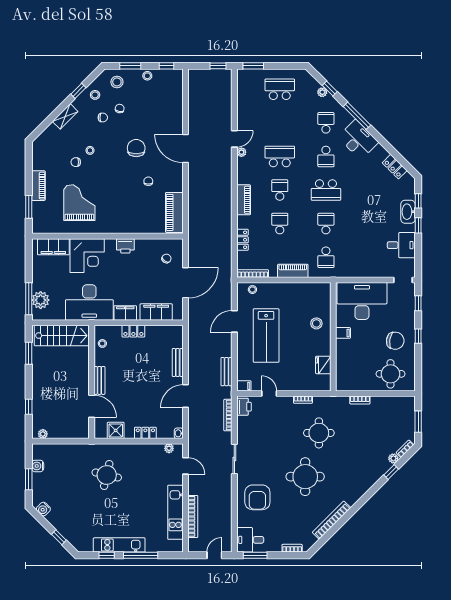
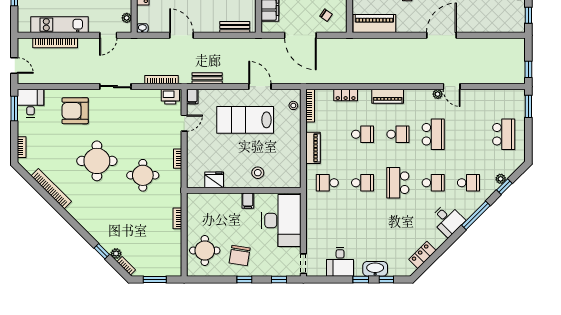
desk: (358, 140) -> (447, 220), width x0.73
school desk: (326, 156) -> (433, 183), turned 180
bench: (178, 362) -> (235, 27), moved

